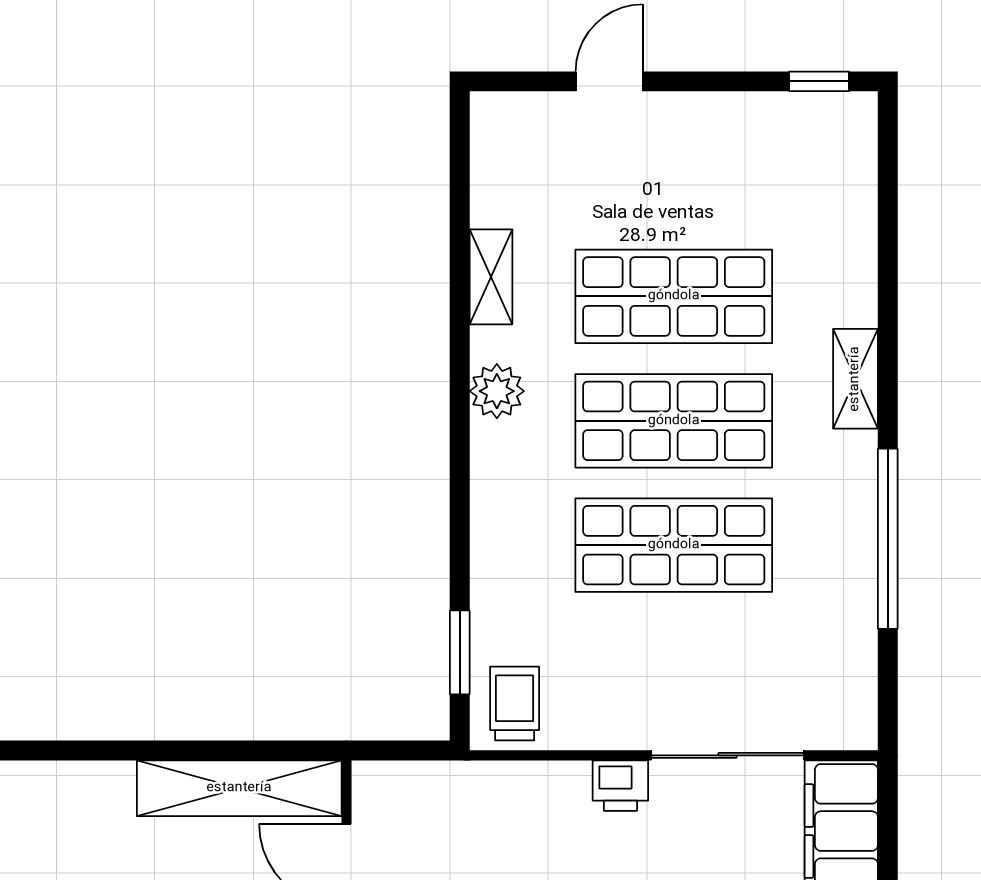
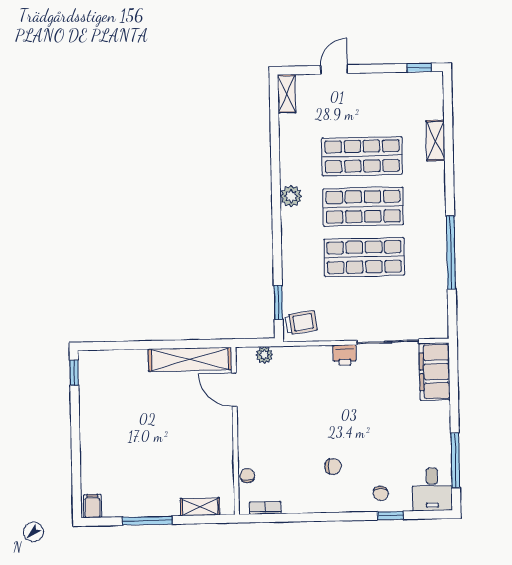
shelving: (491, 277) -> (287, 94), moved
shelving: (855, 379) -> (436, 141), moved
trolley: (515, 703) -> (301, 323), turned 82
plant: (423, 781) -> (264, 355), added

